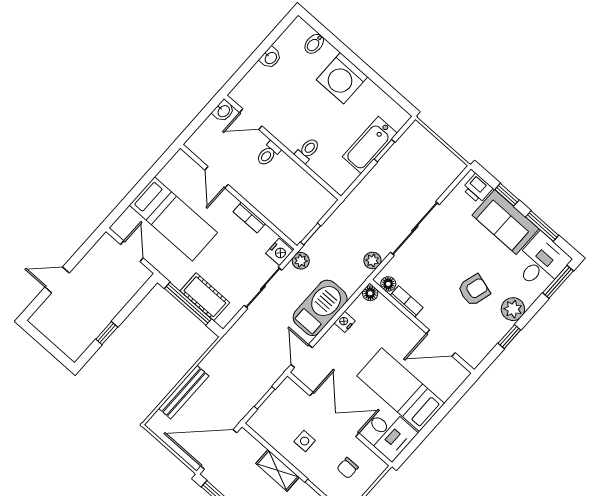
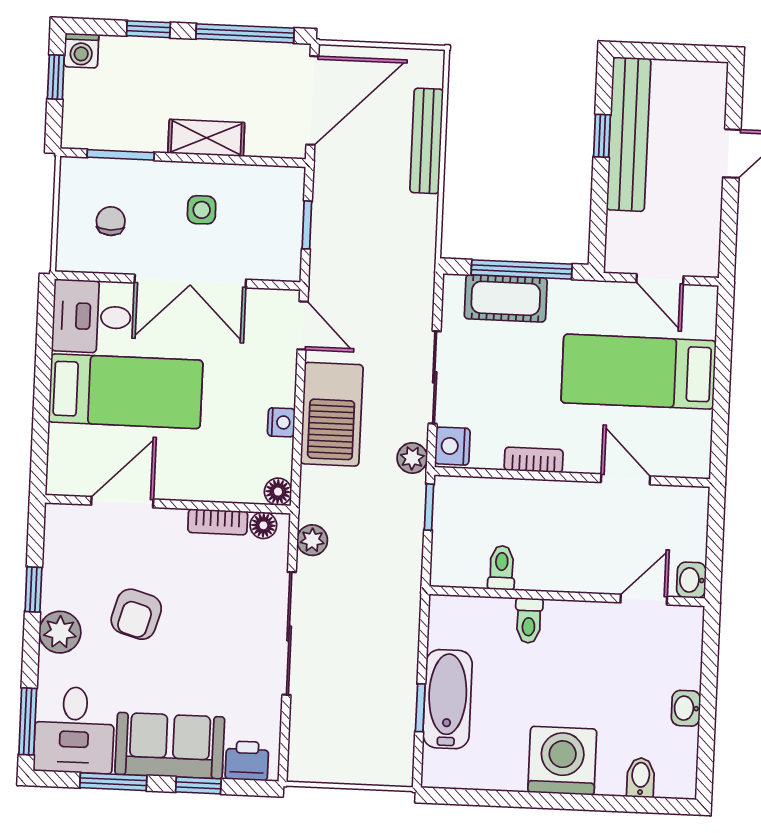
toilet: (268, 154) -> (502, 568), moved
bench: (95, 324) -> (629, 134), added

